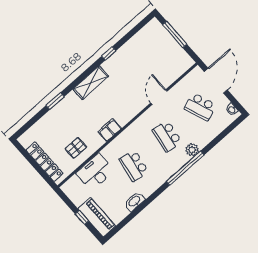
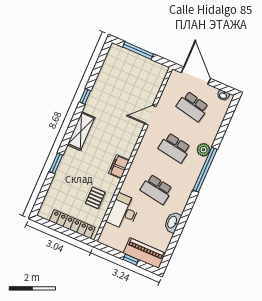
door: (159, 97) -> (150, 115), hinge flipped
school desk: (200, 107) -> (193, 106), turned 33

